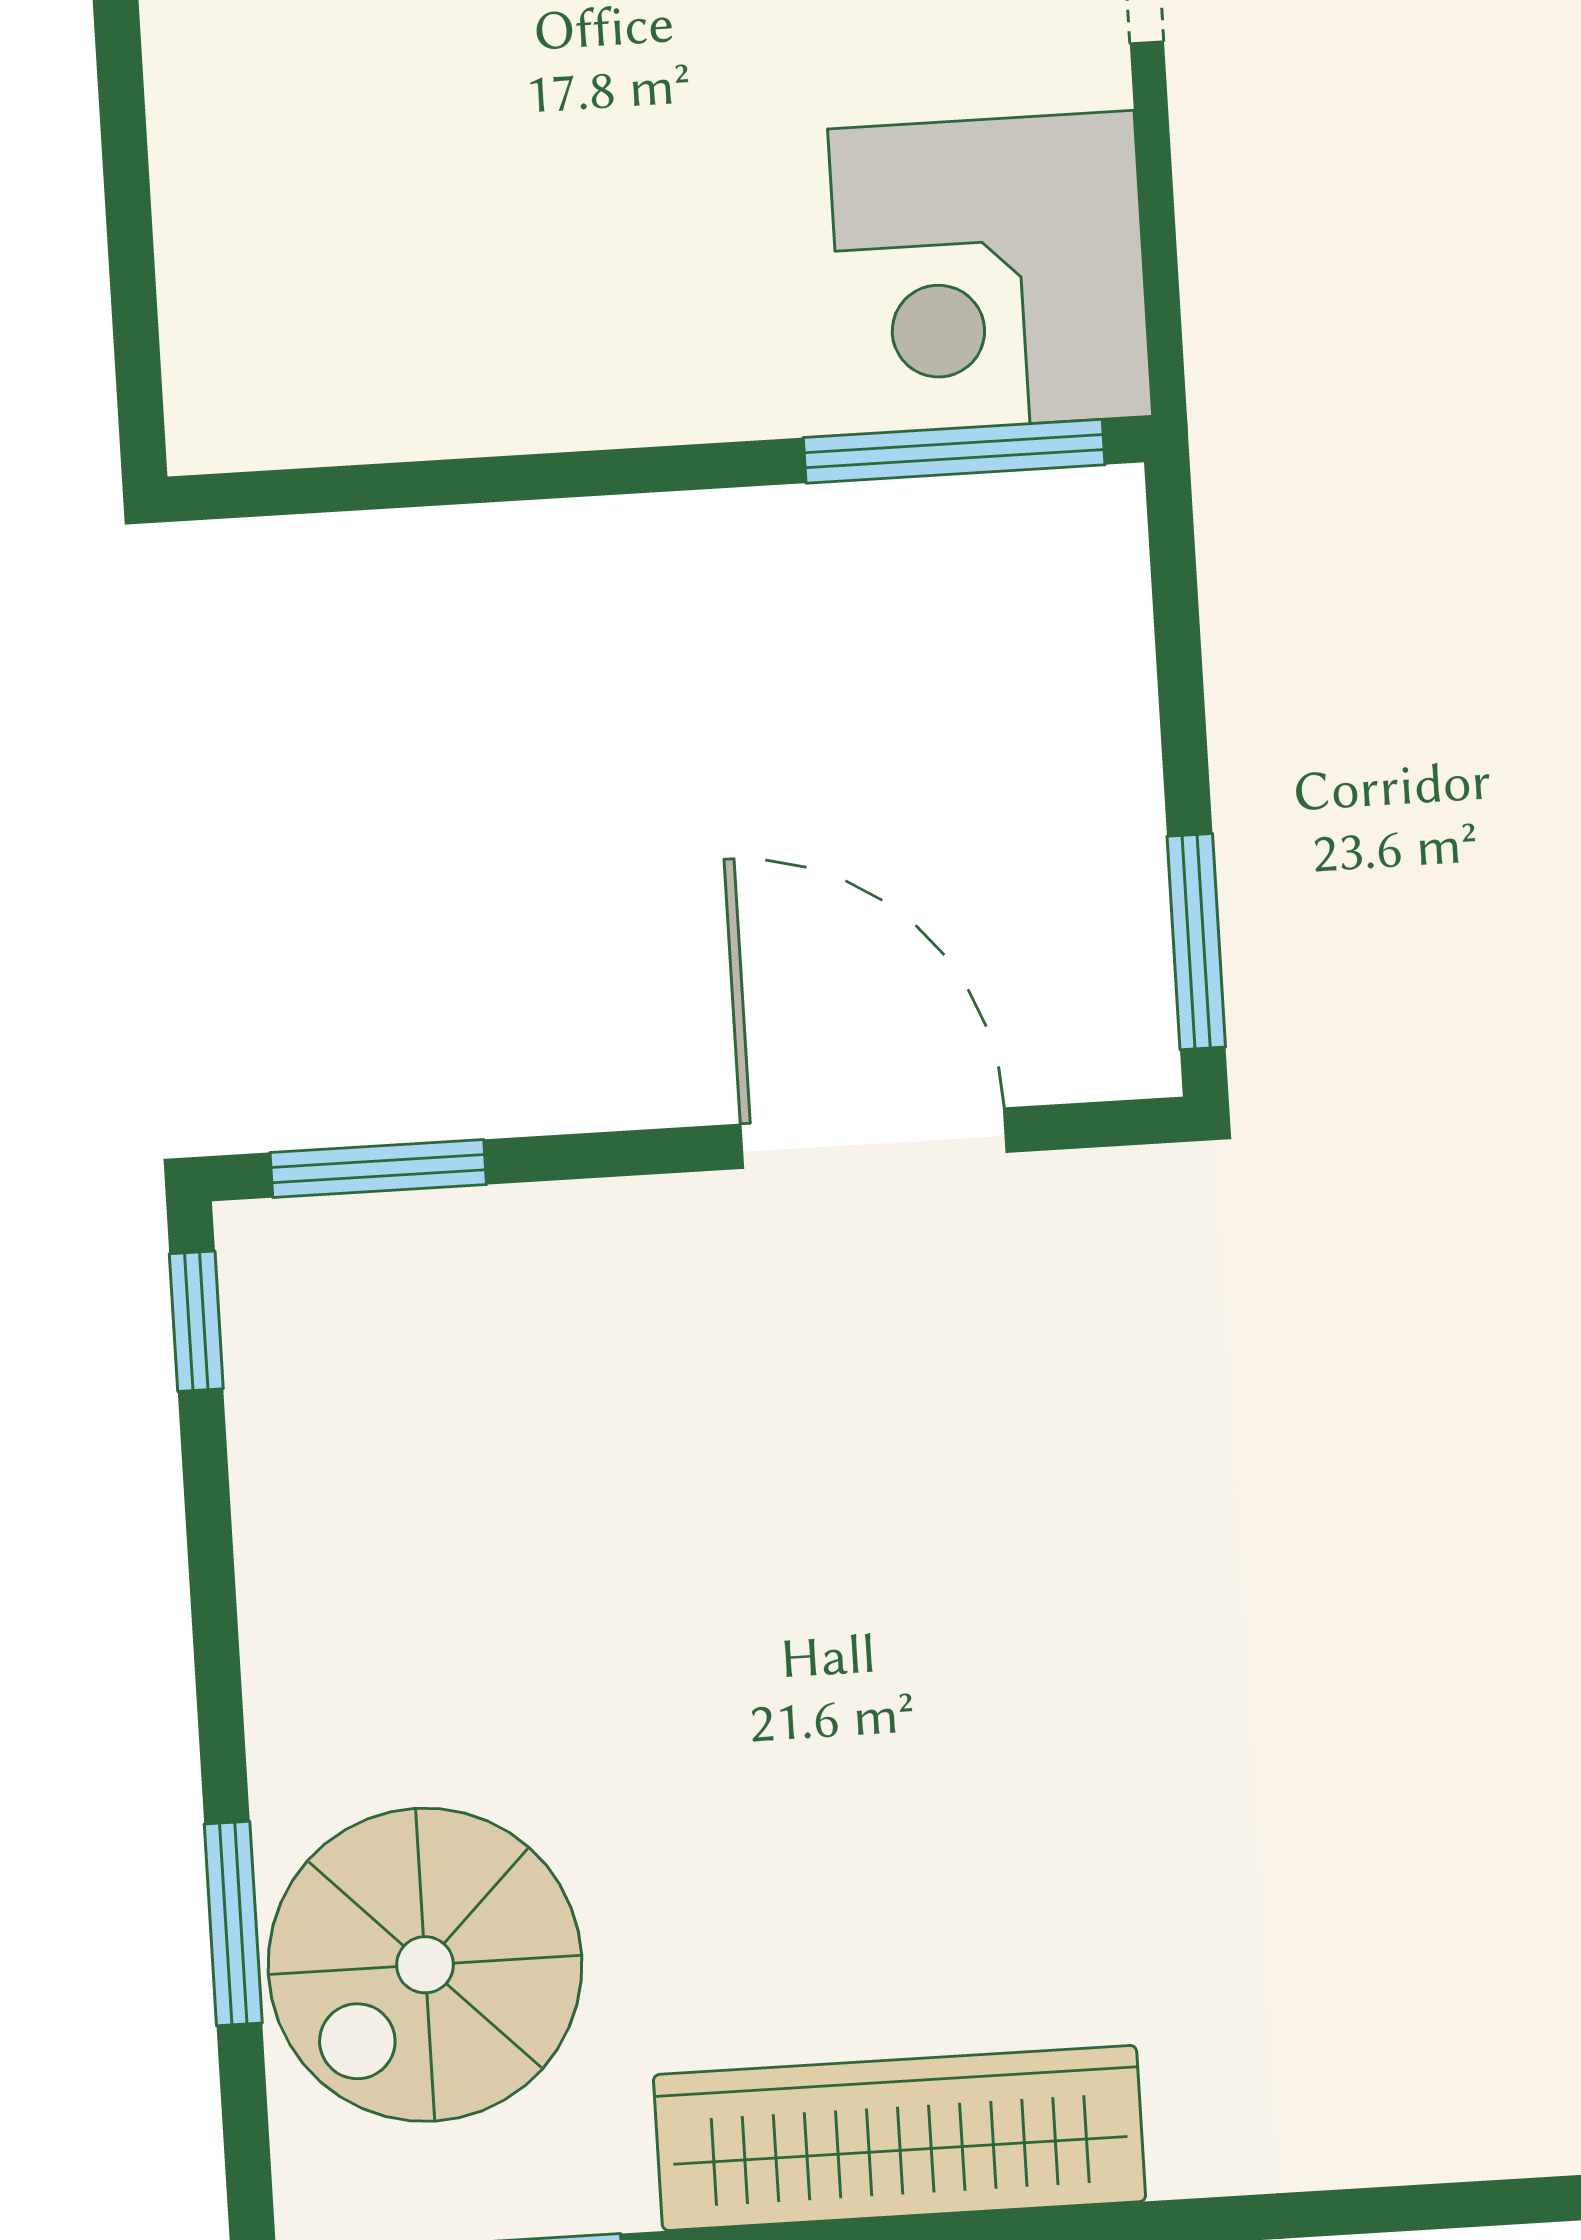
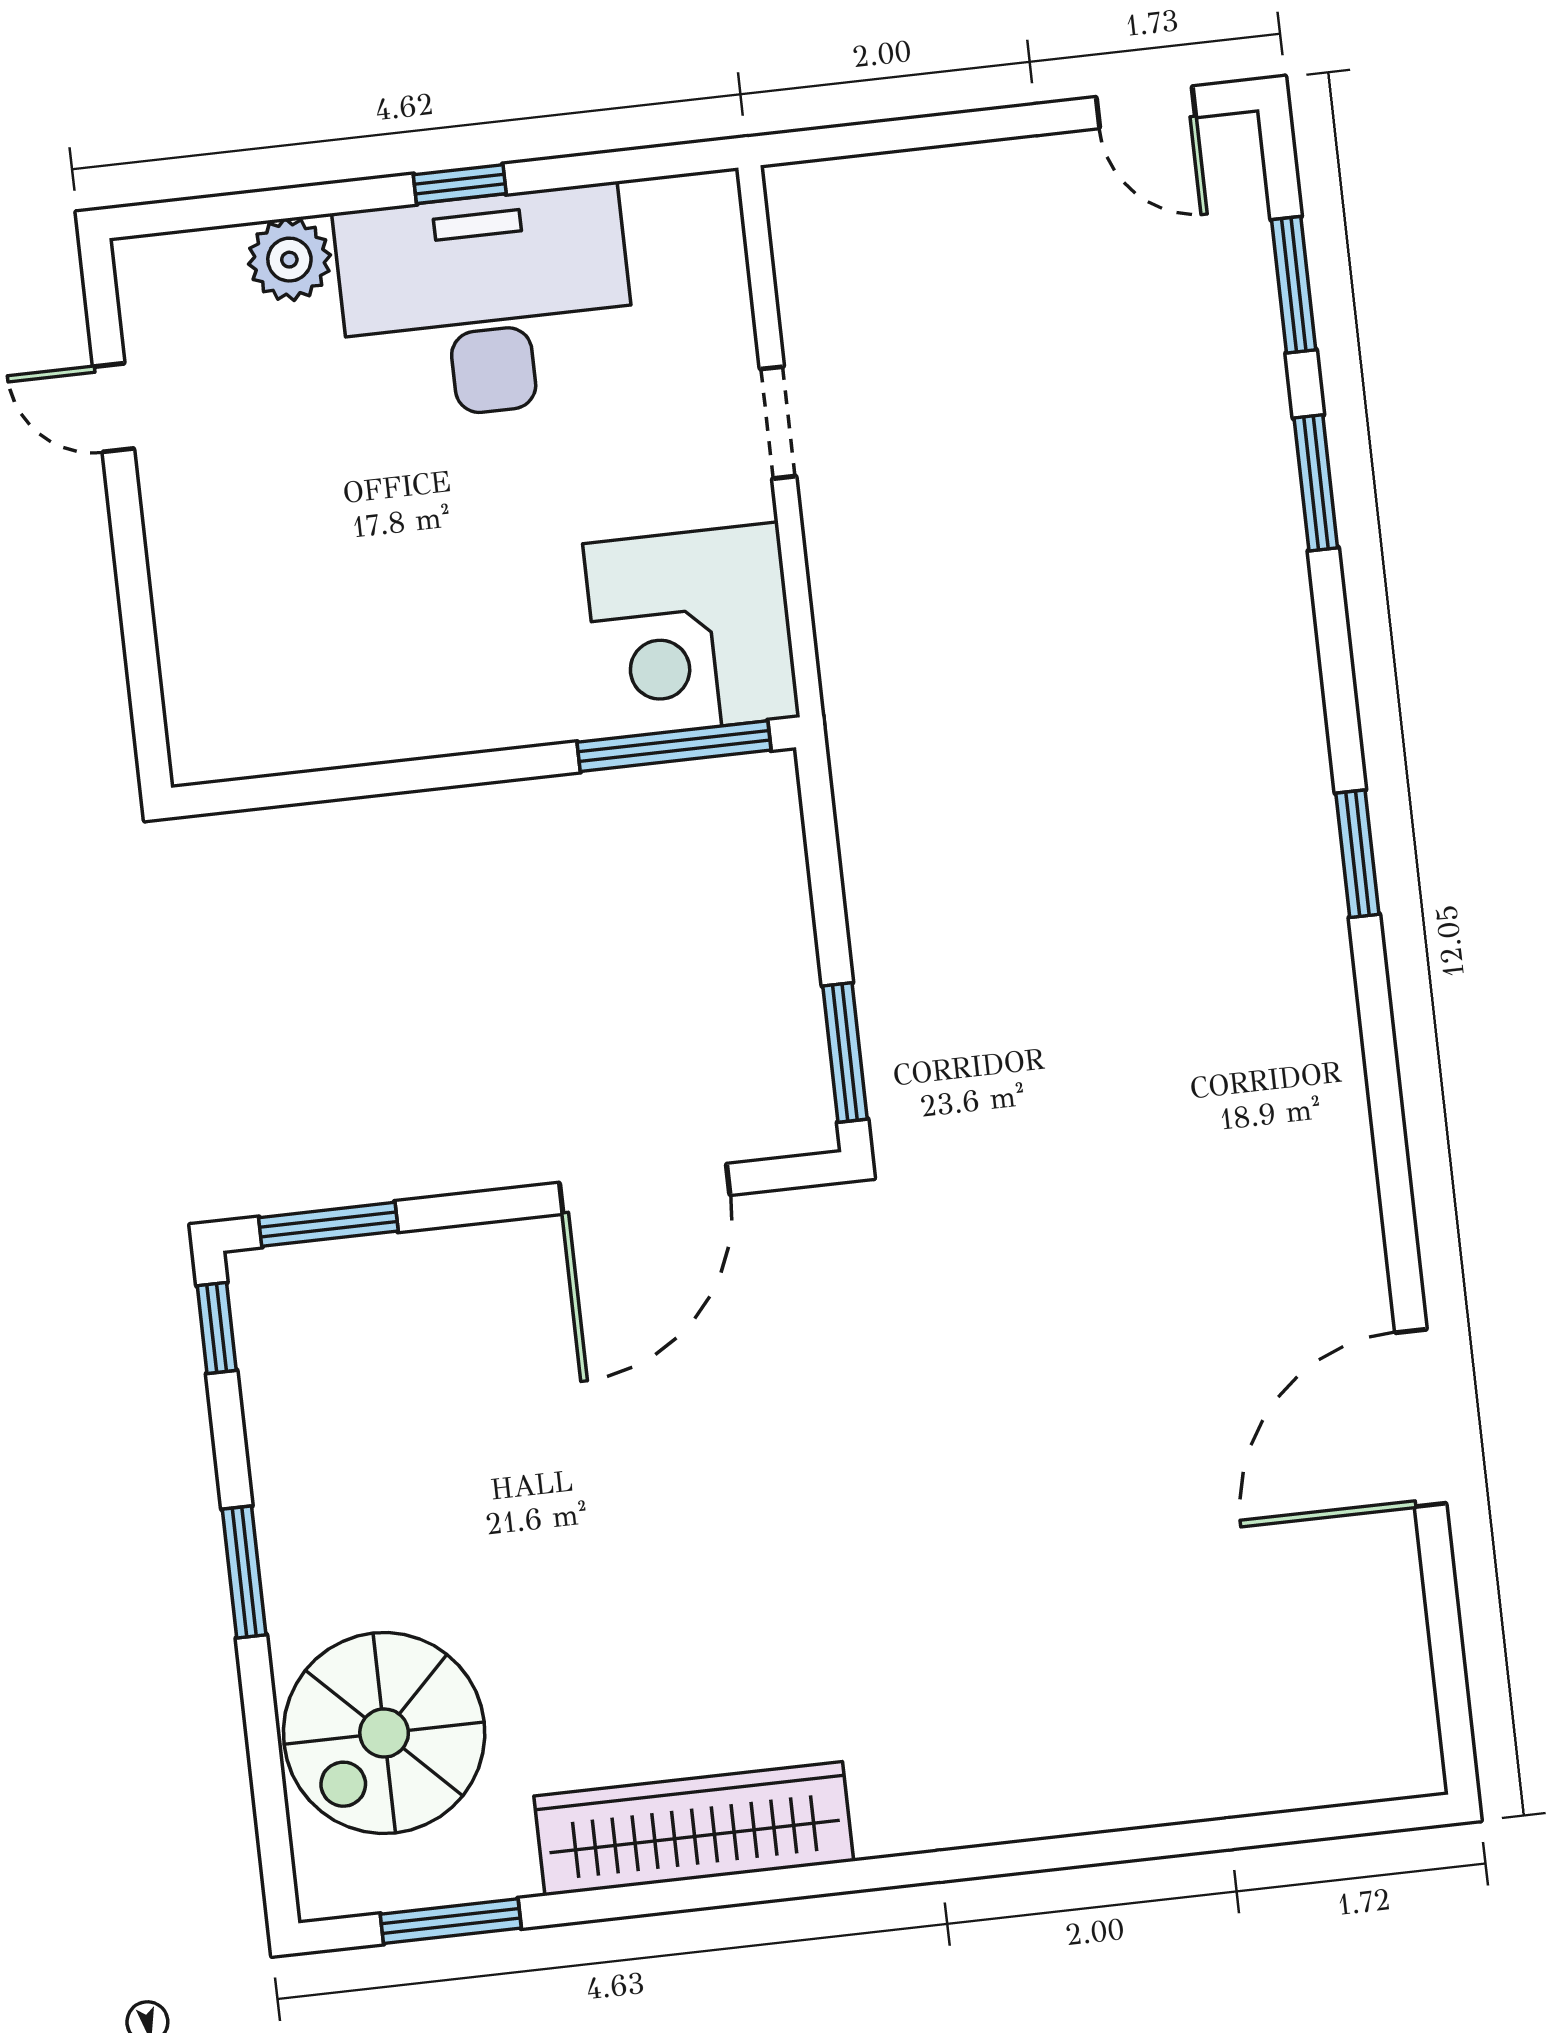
door: (874, 1138) -> (645, 1189), swing flipped
window: (233, 1924) -> (244, 1572), moved

